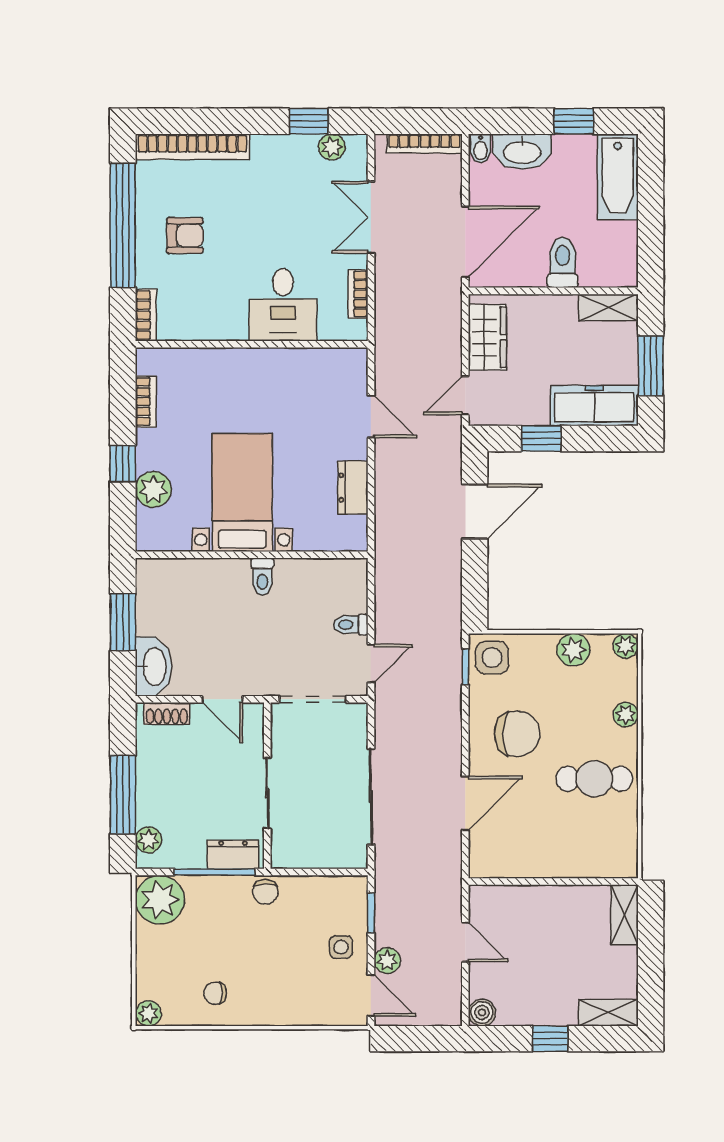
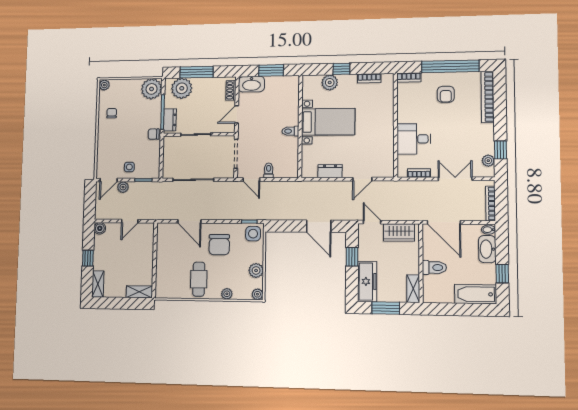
plant: (148, 840) -> (182, 88), width x1.87, depth x1.87

